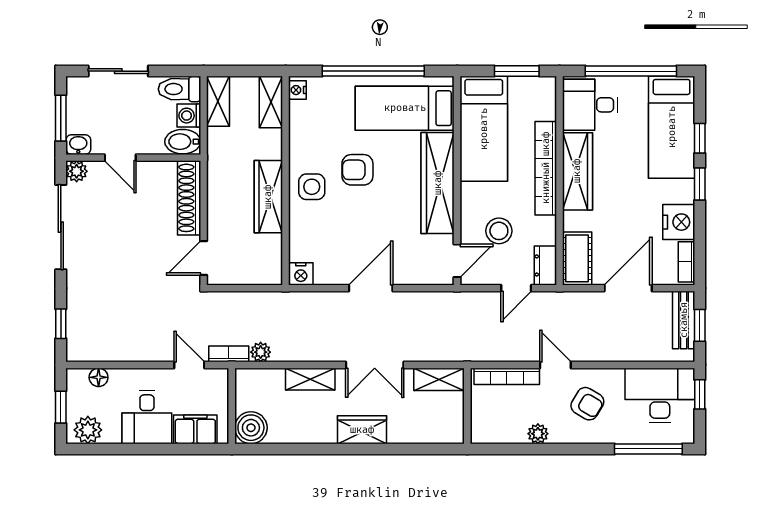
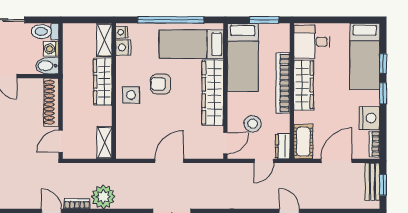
window: (631, 71) -> (338, 20), removed
shelving: (218, 101) -> (105, 143), moved
wardrobe: (268, 197) -> (103, 82), moved
nightstand: (301, 274) -> (123, 47), moved, turned 90
plant: (261, 352) -> (103, 197), width x1.88, depth x1.88

